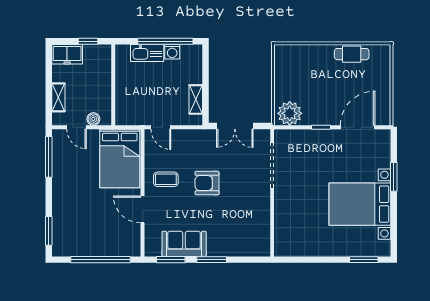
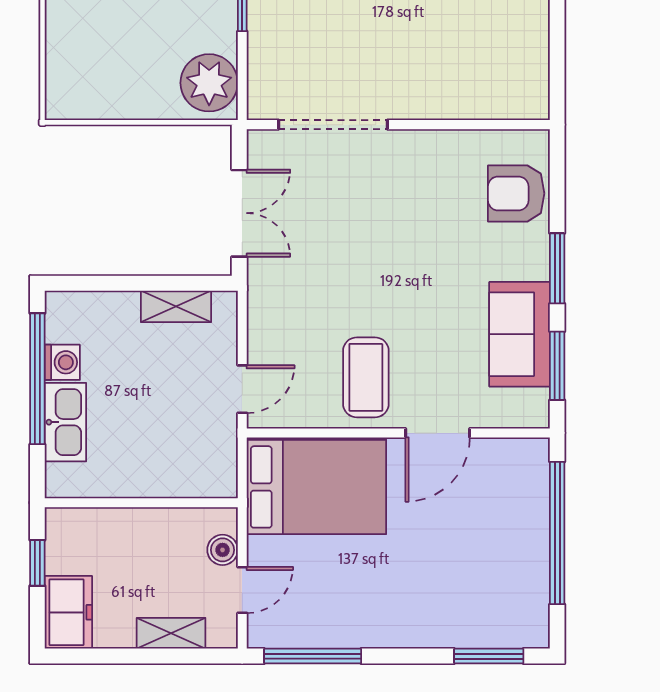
coffee table: (166, 179) -> (366, 377), width x1.36, depth x1.30
armchair: (207, 183) -> (516, 193), moved, turned 90

